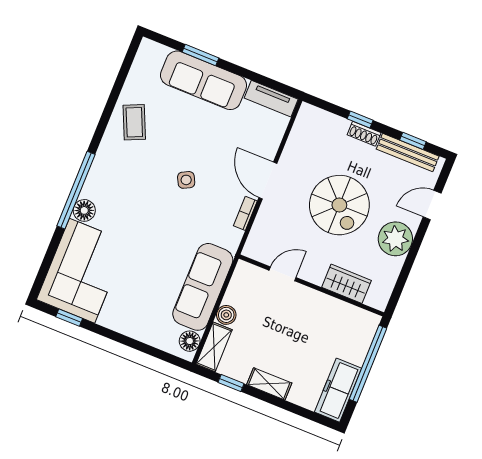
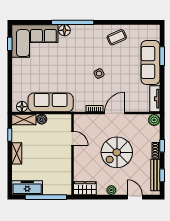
plant: (309, 115) -> (154, 120), added
plant: (395, 239) -> (111, 190), width x0.53, depth x0.53
wardrobe: (347, 284) -> (85, 188), moved, turned -90

